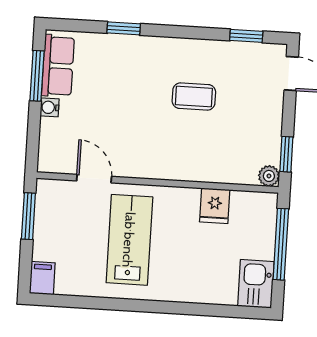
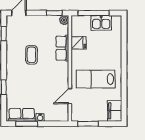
row of seats: (205, 168) -> (62, 48), added
filing cabinet: (42, 278) -> (115, 111), width x2.00
kitchen sink: (256, 284) -> (101, 23), moved

